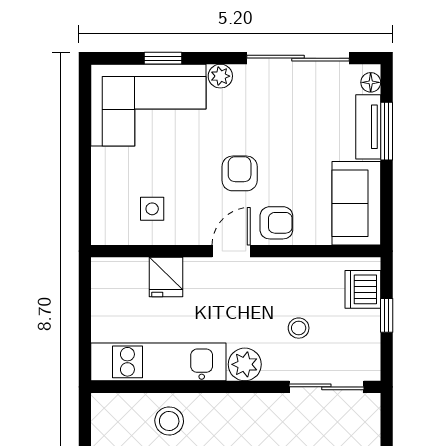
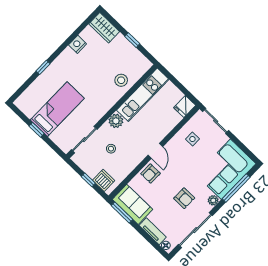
window: (163, 58) -> (236, 188), width x2.17
window: (387, 131) -> (122, 213), moved
armchair: (240, 173) -> (184, 198), moved
sliding door: (85, 199) -> (216, 121), added
fridge: (166, 277) -> (185, 107), moved, turned -90

